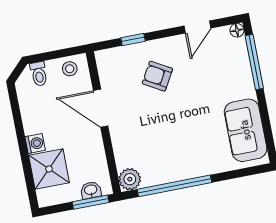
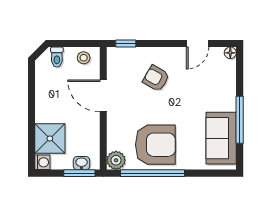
window: (133, 39) -> (126, 44), moved
window: (254, 62) -> (240, 120), moved
washing machine: (35, 143) -> (42, 162), moved
armchair: (171, 153) -> (155, 145), added

